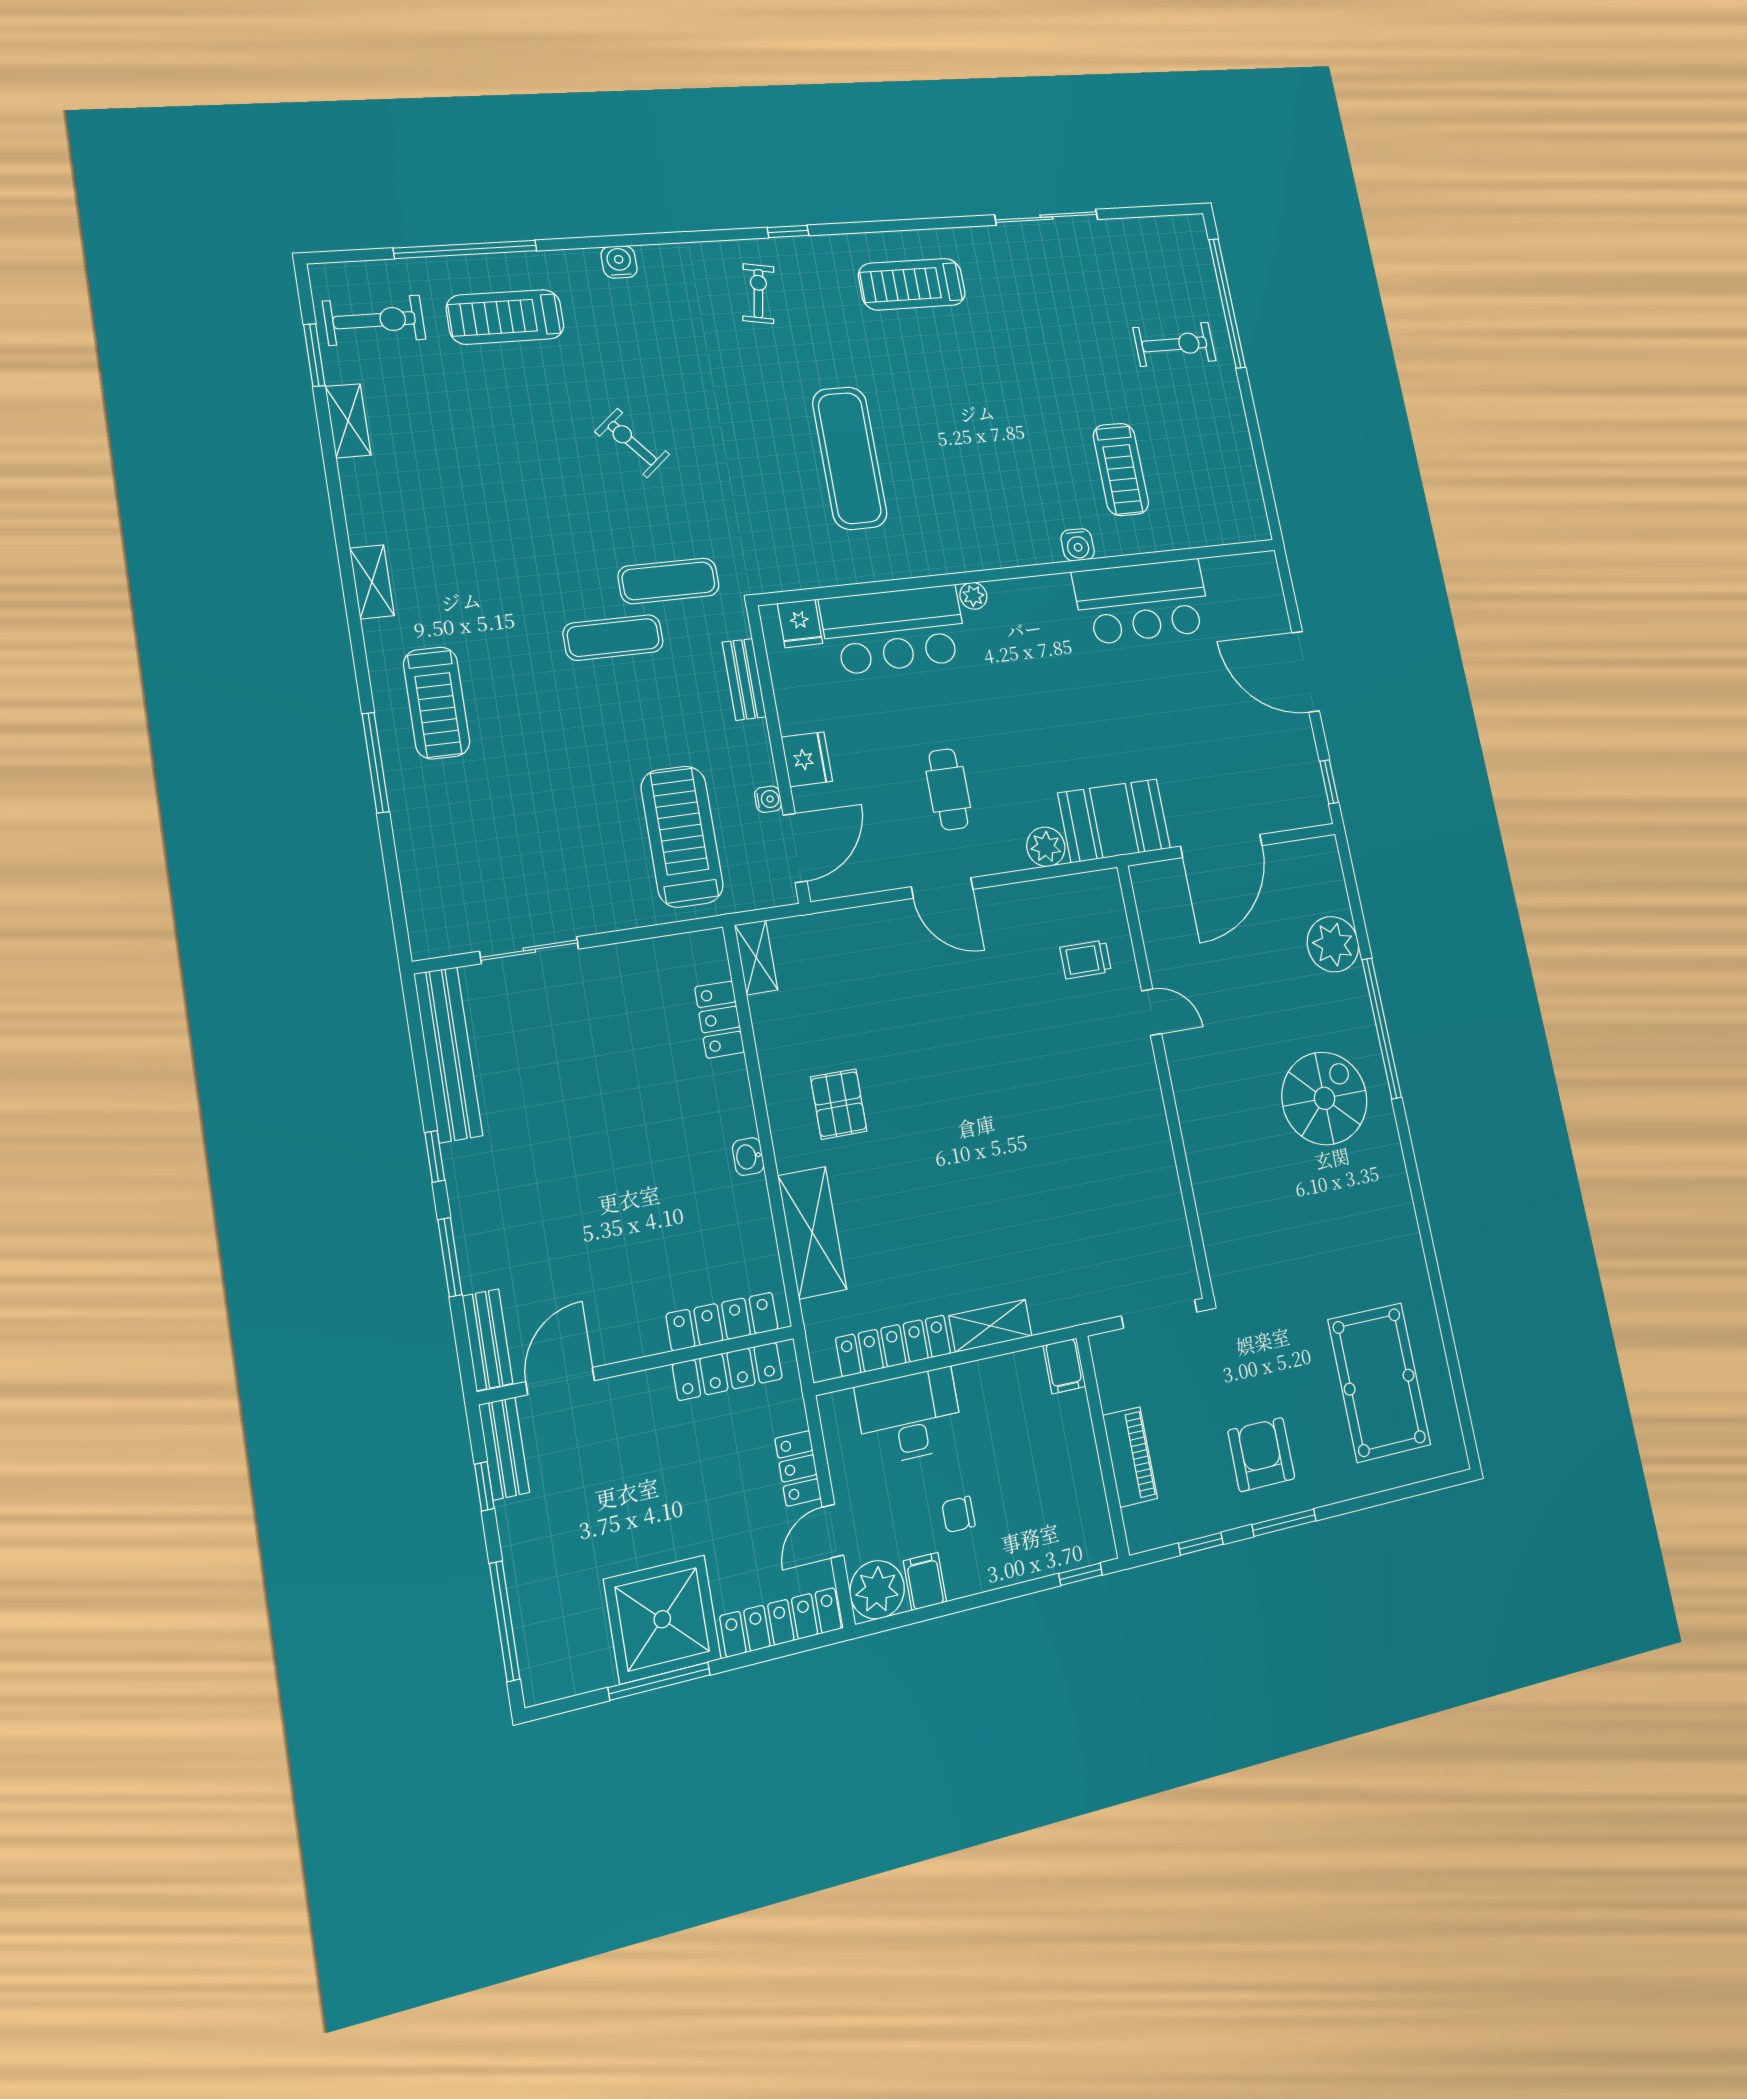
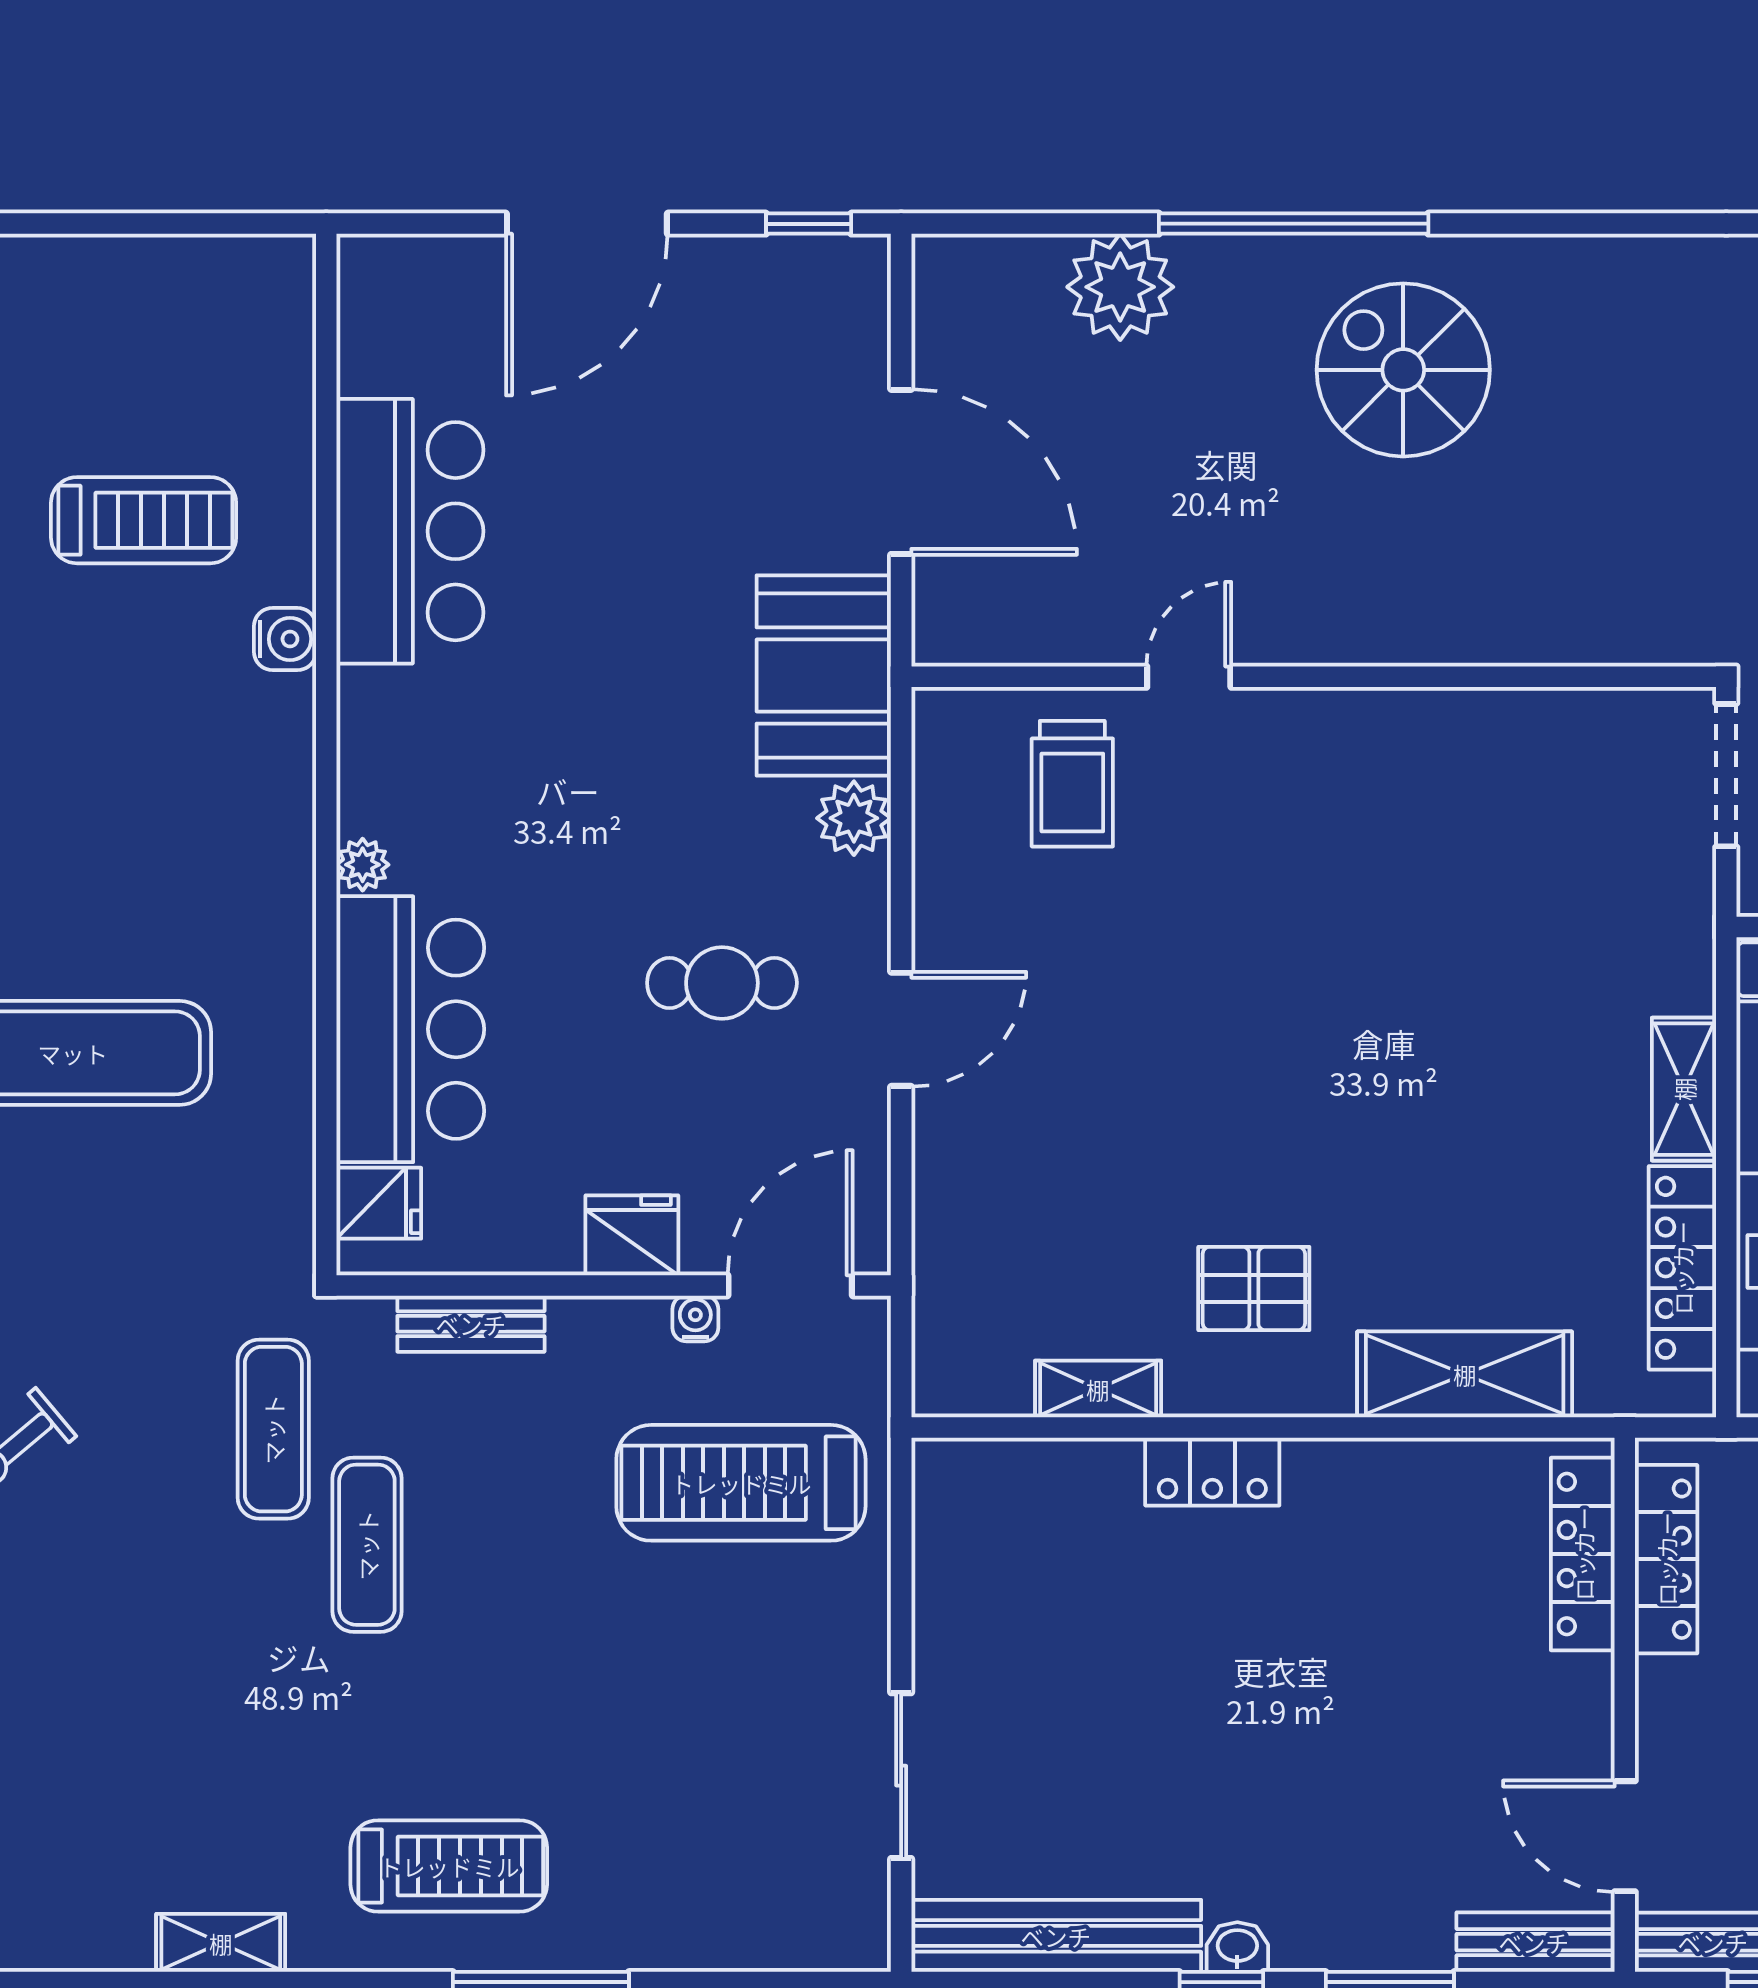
door: (795, 848) -> (790, 1285), hinge flipped
shelving: (756, 957) -> (1098, 1389), moved
trolley: (1086, 959) -> (1072, 784), width x1.36, depth x1.39
locker: (720, 1019) -> (1212, 1472), moved
washbasin: (748, 1157) -> (1237, 1947), moved, turned 180

